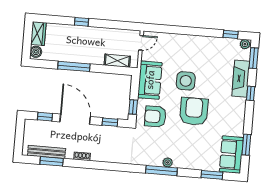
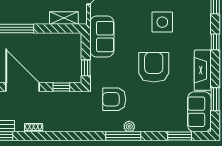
fireplace: (241, 79) -> (203, 70), moved
side table: (186, 81) -> (162, 22), moved
armchair: (155, 116) -> (114, 99), moved

